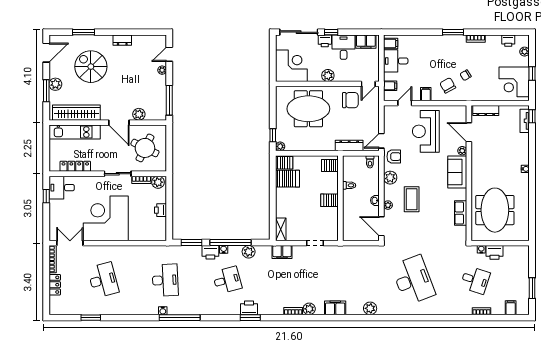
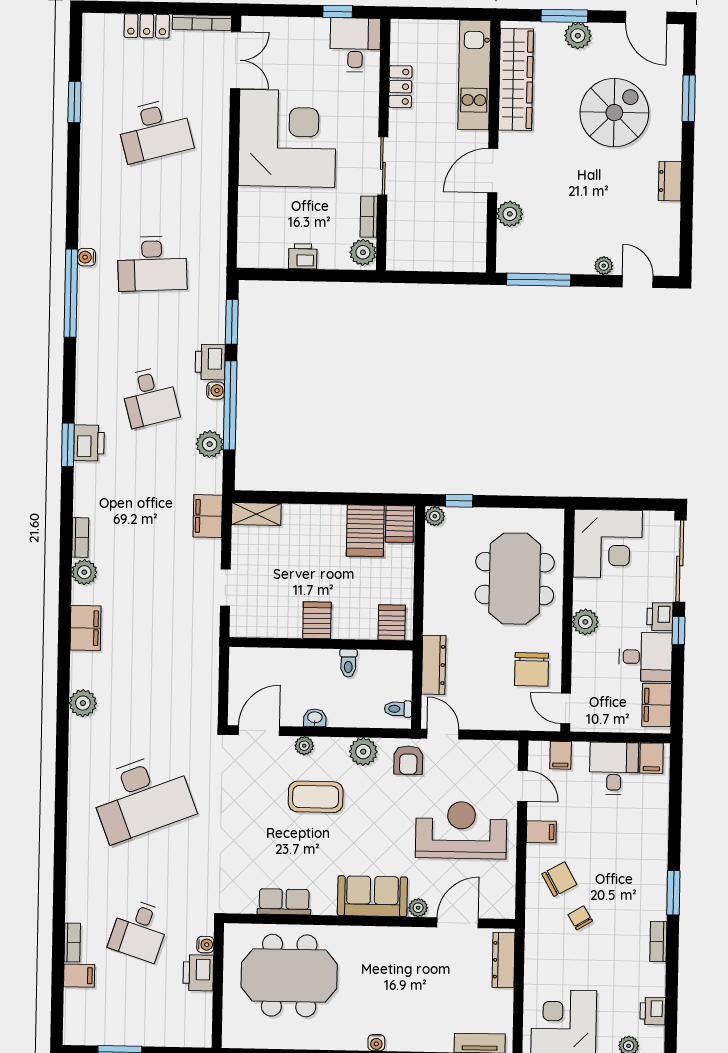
round table: (145, 148) -> (437, 226), removed
locker: (75, 166) -> (400, 87), width x0.66
filing cabinet: (511, 308) -> (79, 976), moved

